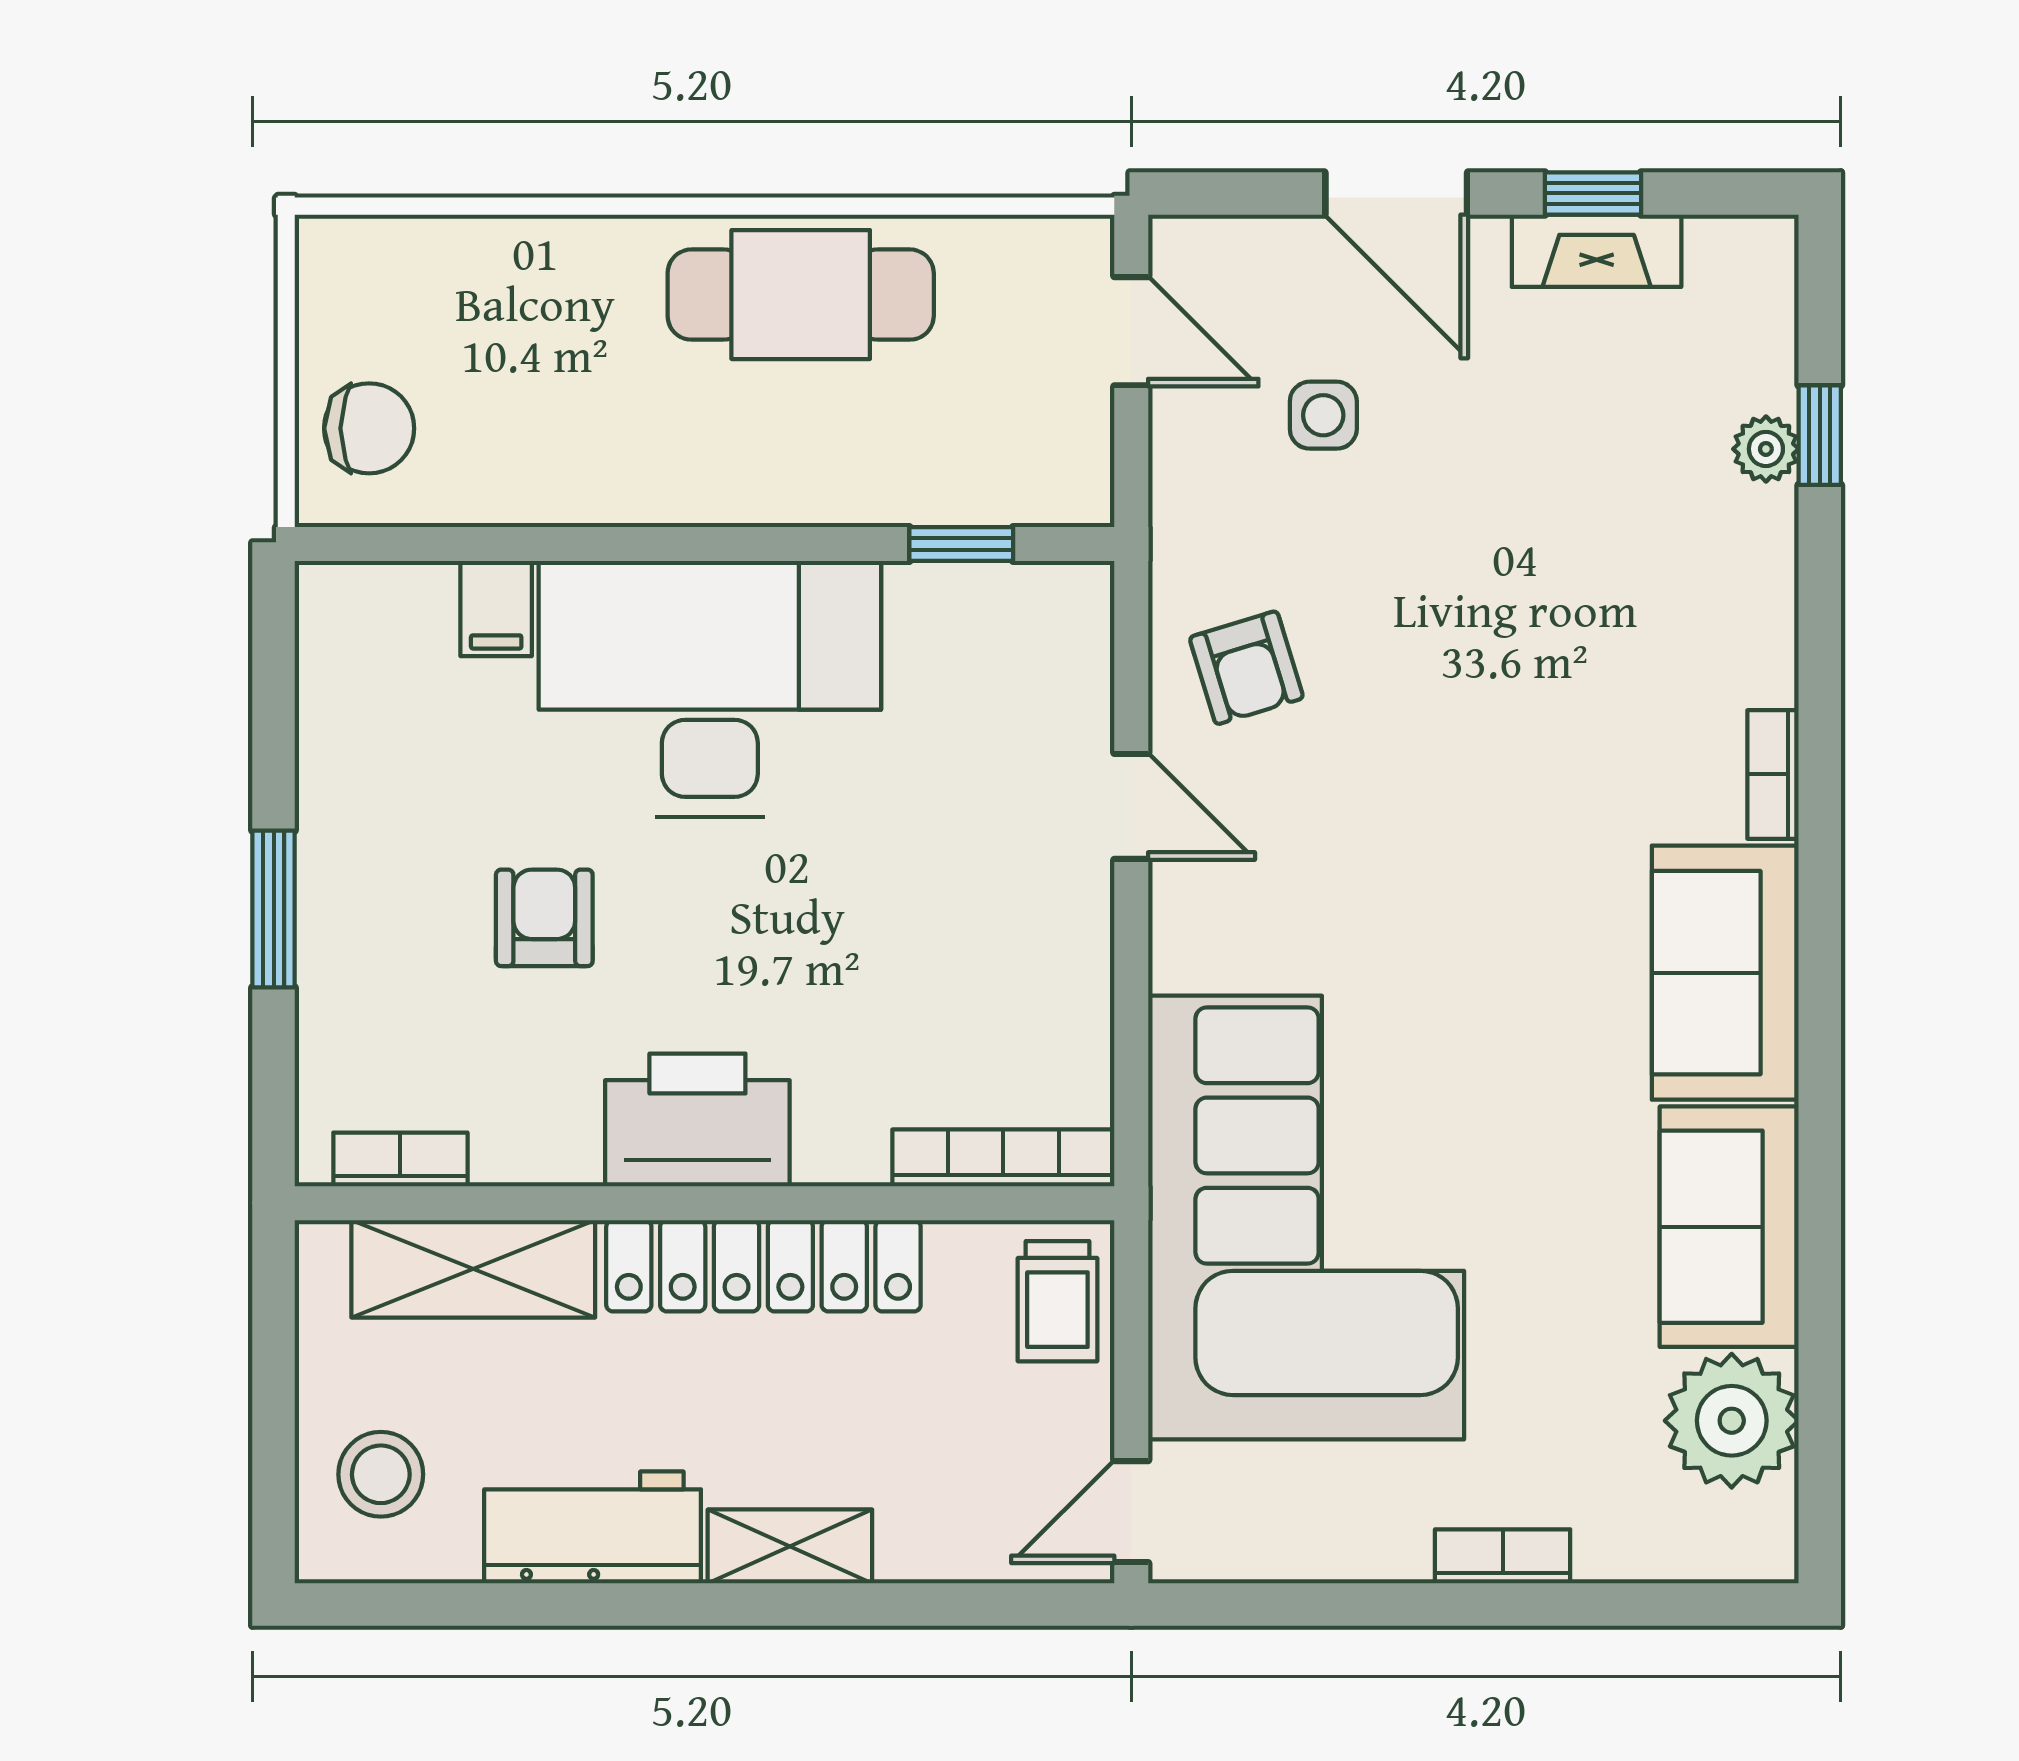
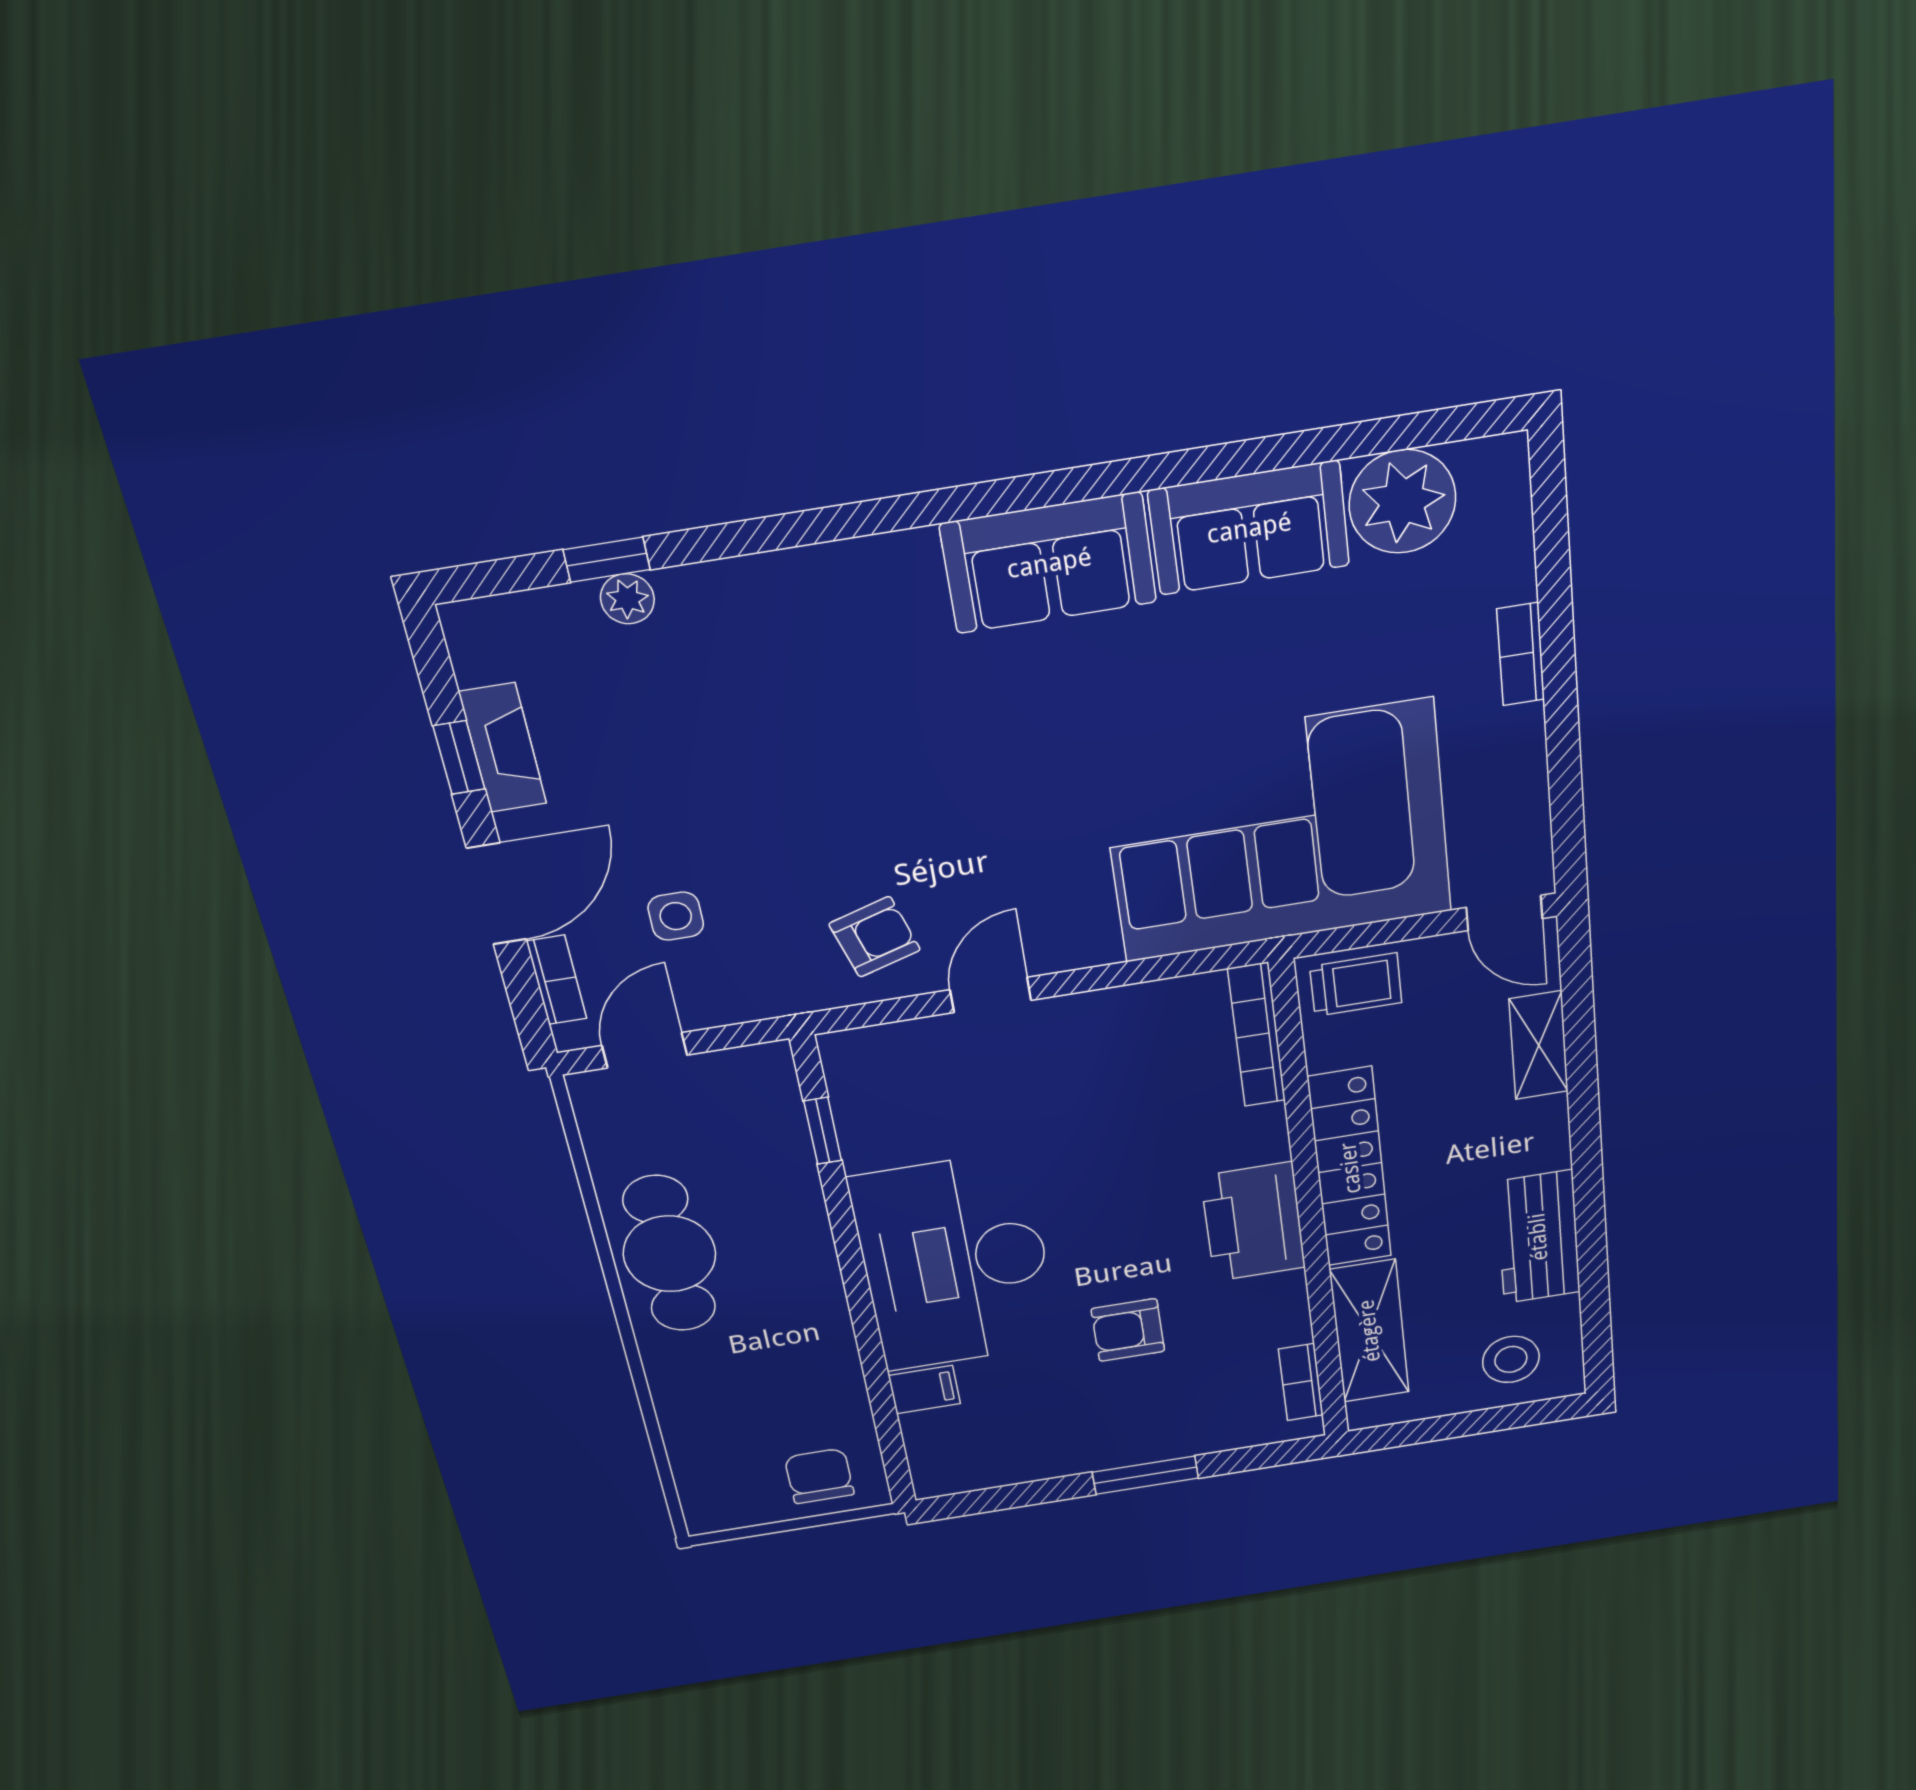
bookcase: (1773, 774) -> (557, 980), moved, turned -90
shelving: (790, 1546) -> (1539, 1045), moved

